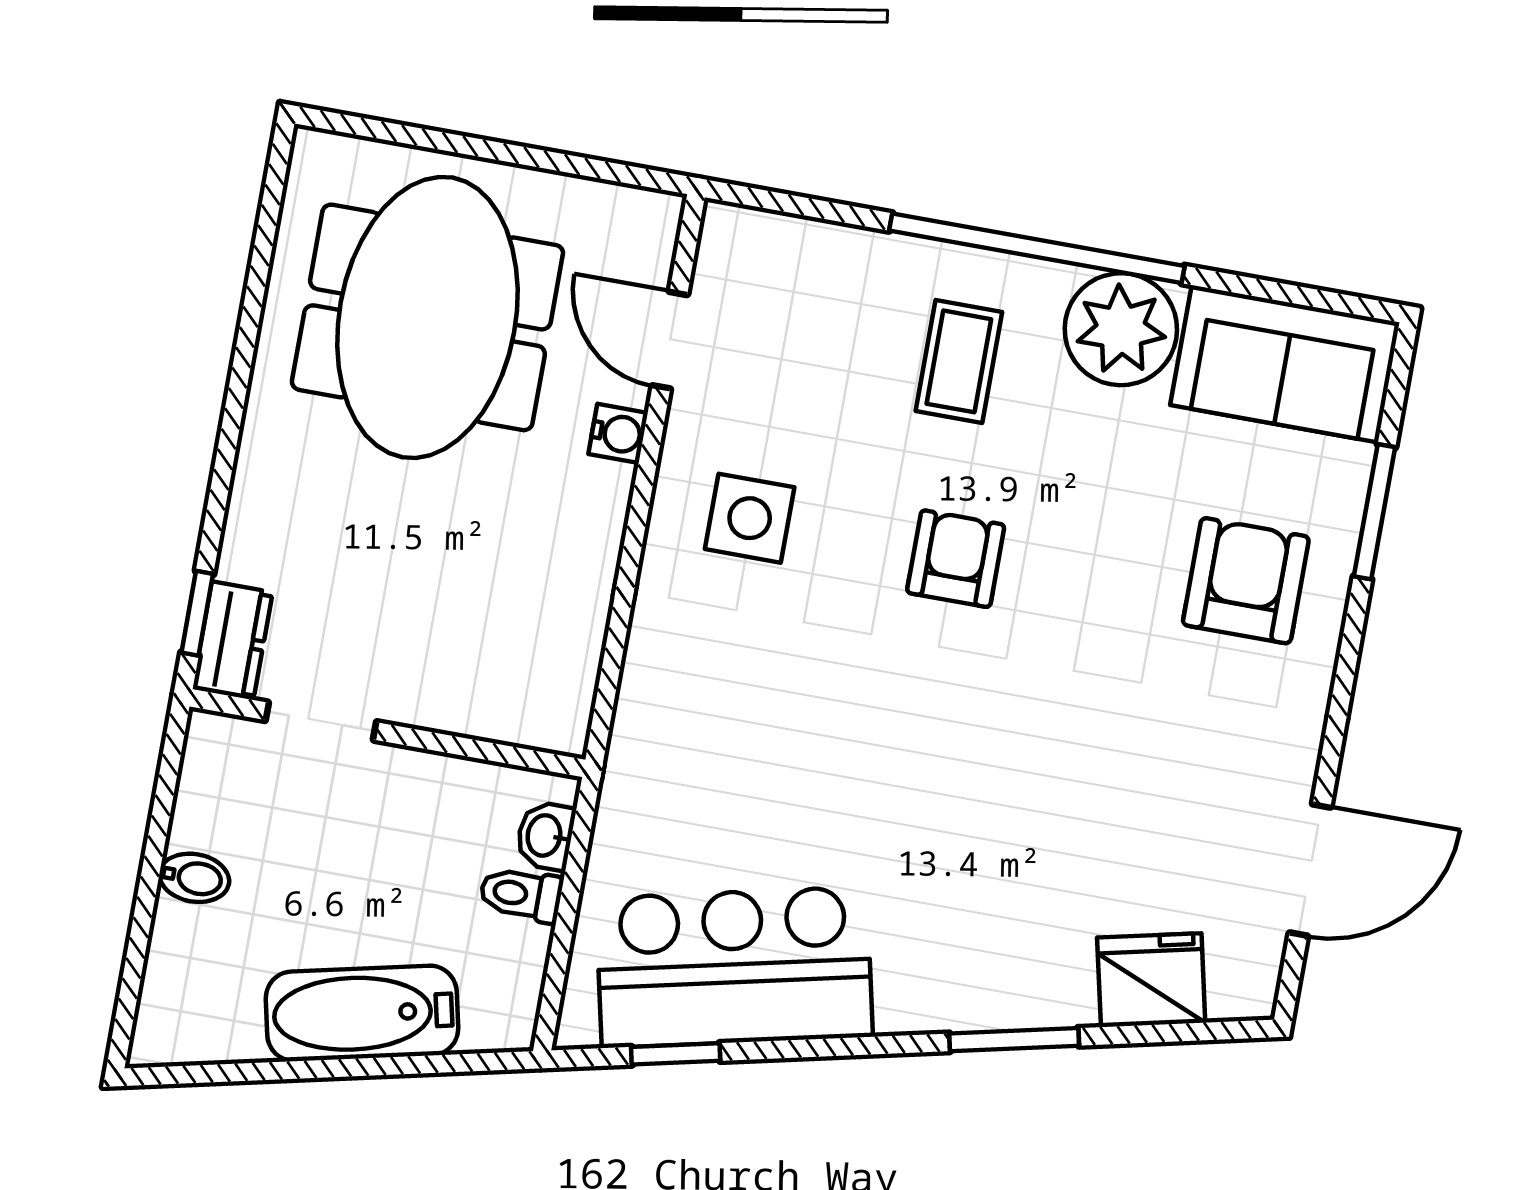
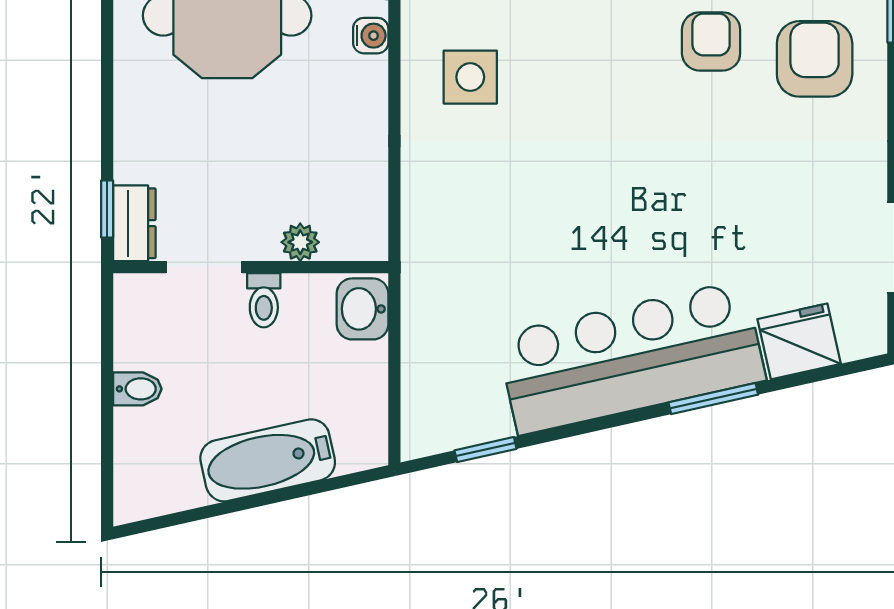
armchair: (956, 559) -> (711, 41), moved
plant: (464, 710) -> (300, 242), added
washbasin: (545, 836) -> (363, 309), width x1.38, depth x1.45
toilet: (521, 894) -> (264, 300), moved, turned -90
bar counter: (734, 967) -> (631, 358), moved, width x1.36

